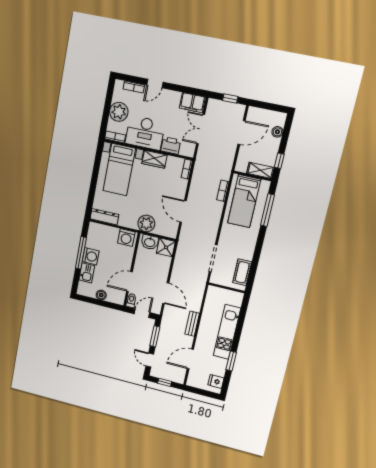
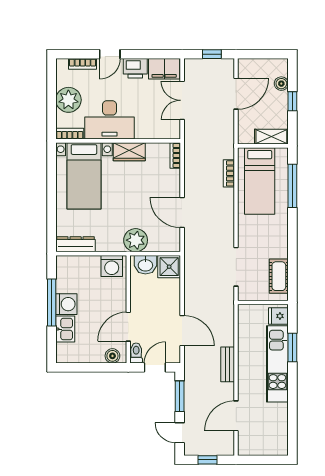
printer: (171, 146) -> (135, 68), moved, turned 180
window: (279, 161) -> (292, 101), moved
boiler: (101, 295) -> (112, 356), moved
window: (231, 361) -> (292, 347), moved
fridge: (216, 381) -> (278, 316), moved

